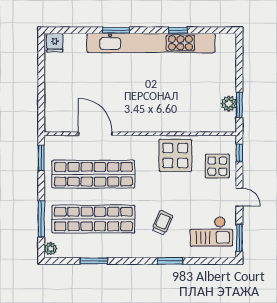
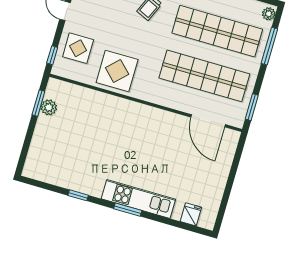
window: (116, 30) -> (128, 210), moved
fridge: (55, 43) -> (191, 214), moved
kitchen unit: (151, 43) -> (138, 199), width x0.54
door: (95, 134) -> (208, 121), moved

